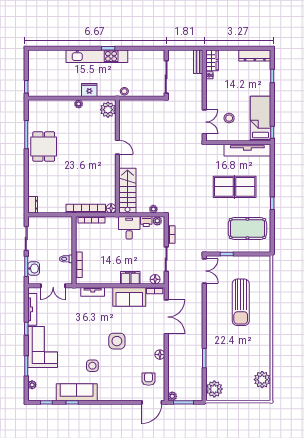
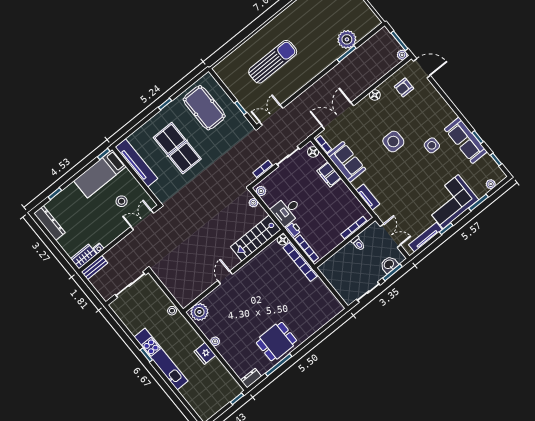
fridge: (89, 90) -> (205, 353), moved
dresser: (33, 205) -> (251, 378), moved
printer: (146, 221) -> (293, 230), moved
plant: (214, 389) -> (347, 39), moved

